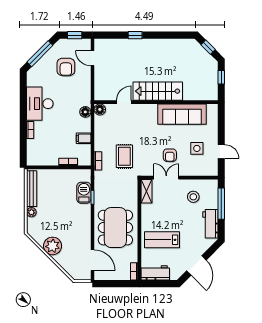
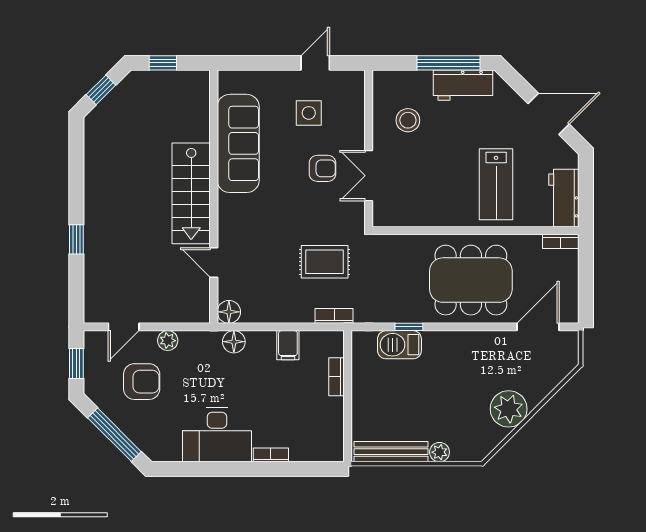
plant: (86, 80) -> (168, 341), added
shelving: (147, 191) -> (397, 216), removed
window: (221, 204) -> (448, 63), moved

